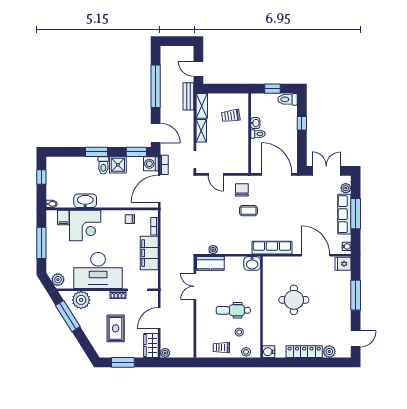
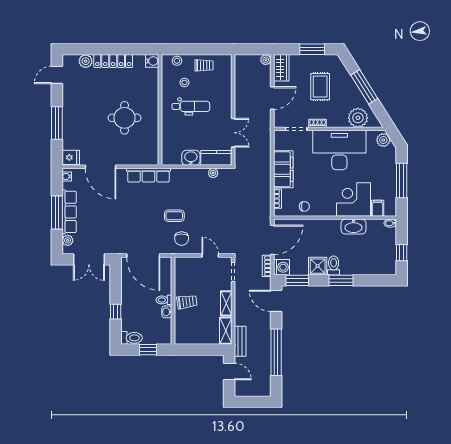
trolley: (231, 116) -> (187, 302), moved
washbasin: (252, 263) -> (191, 158), moved
window: (68, 316) -> (364, 87), moved

